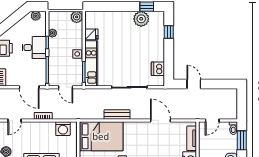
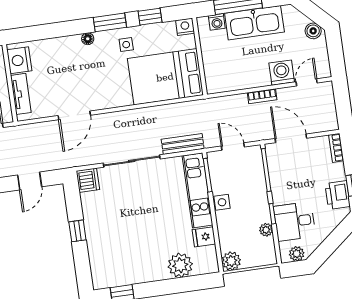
plant: (141, 19) -> (180, 265), moved
window: (169, 32) -> (77, 231), moved
desk: (34, 48) -> (295, 221), moved
dishwasher: (158, 69) -> (88, 180), moved
door: (194, 84) -> (30, 181), hinge flipped
bench: (117, 114) -> (183, 144), moved
door: (161, 120) -> (74, 115), hinge flipped
washing machine: (63, 129) -> (282, 73), moved

